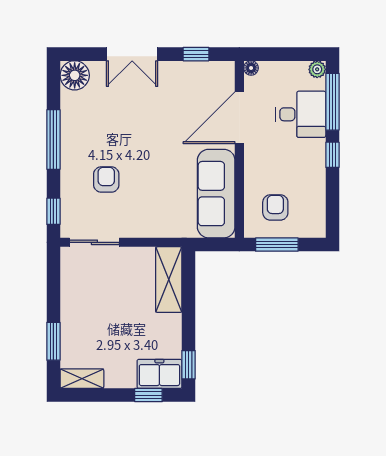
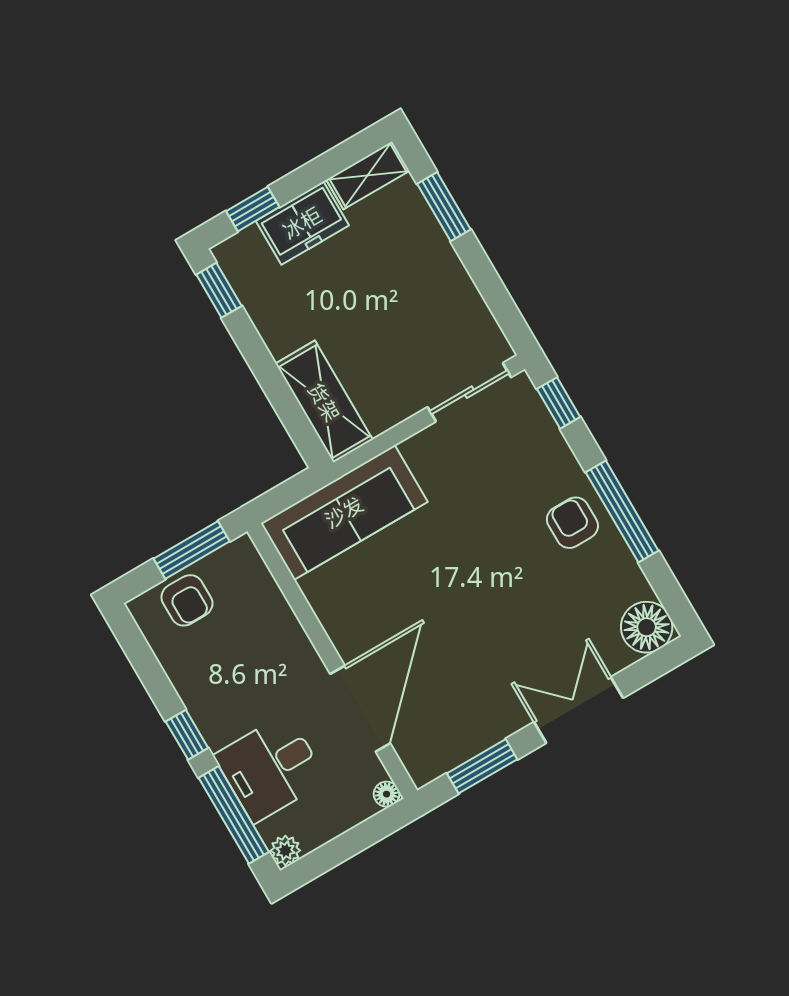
window: (196, 54) -> (482, 766), width x1.50
armchair: (106, 180) -> (572, 523), moved, turned 180
sofa: (216, 194) -> (344, 512), moved, turned 90
armchair: (275, 207) -> (187, 600), moved
freezer: (159, 374) -> (302, 223), moved

